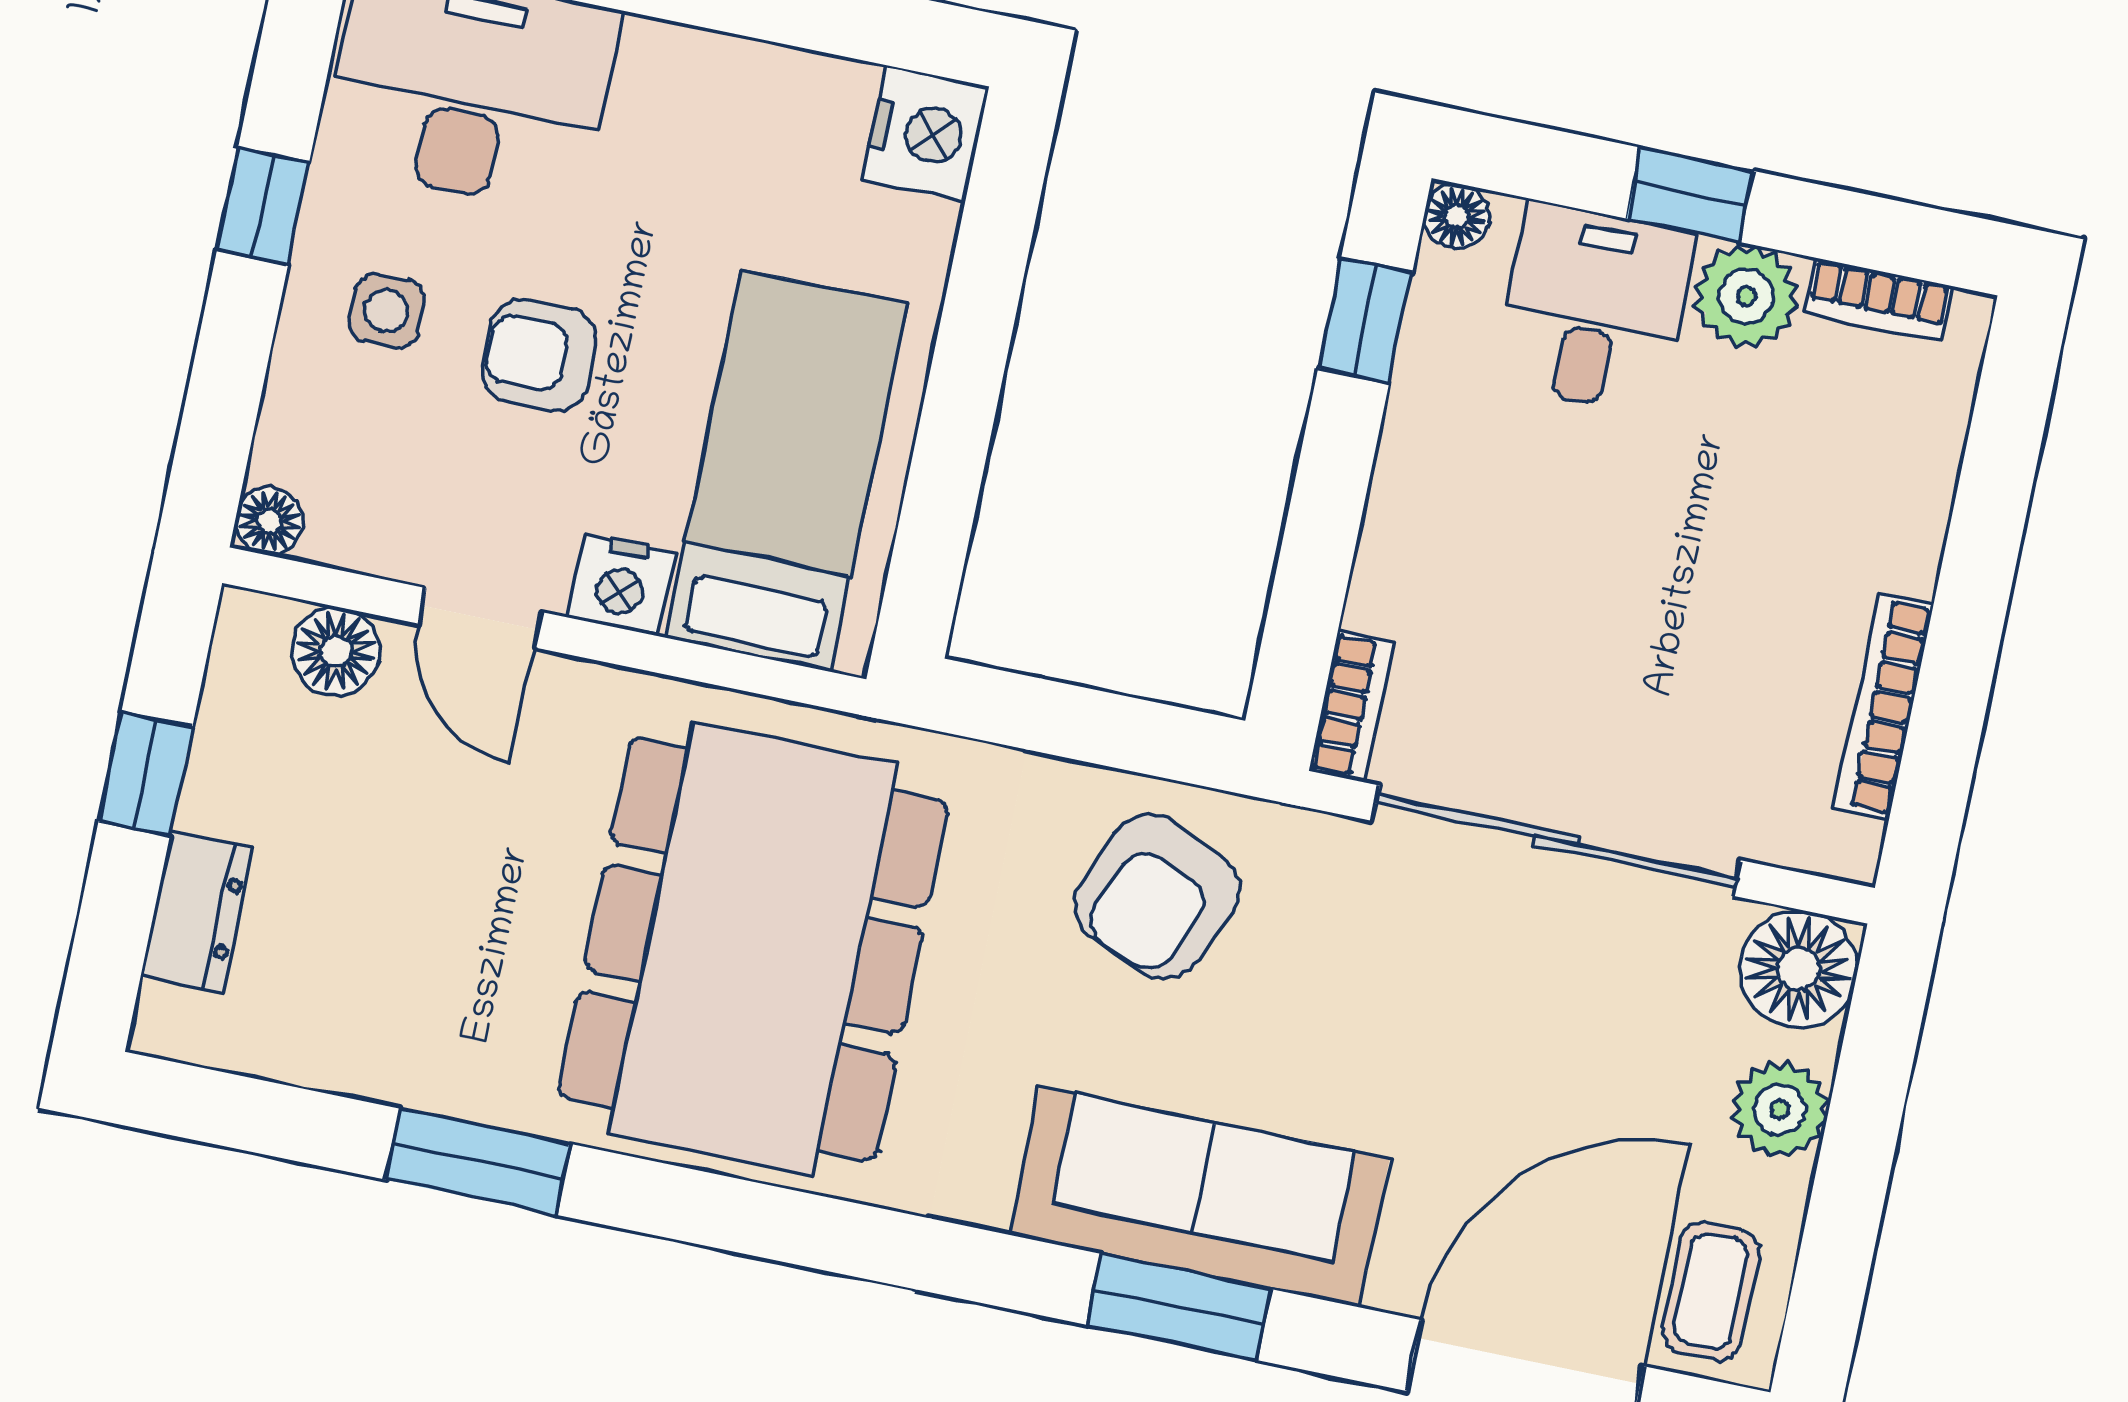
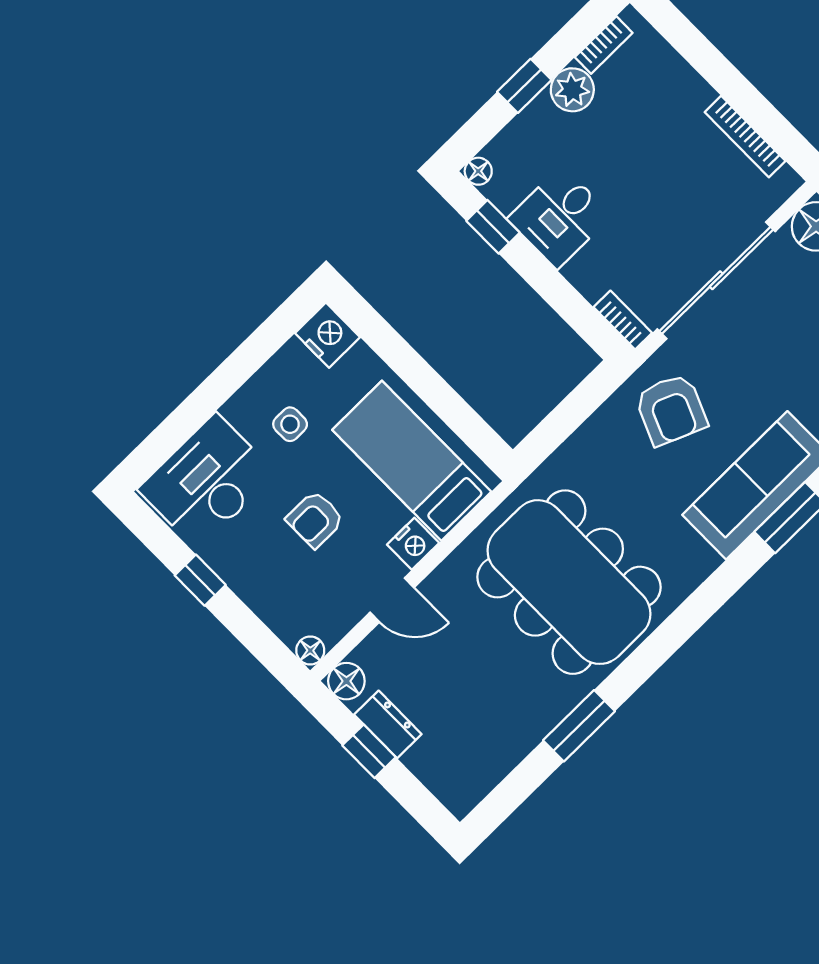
desk: (1594, 308) -> (559, 217), moved, turned -90
side table: (387, 311) -> (290, 424), moved
floor lamp: (336, 651) -> (346, 681), moved
armchair: (1157, 897) -> (671, 410), moved
dresser: (196, 912) -> (388, 724), moved

